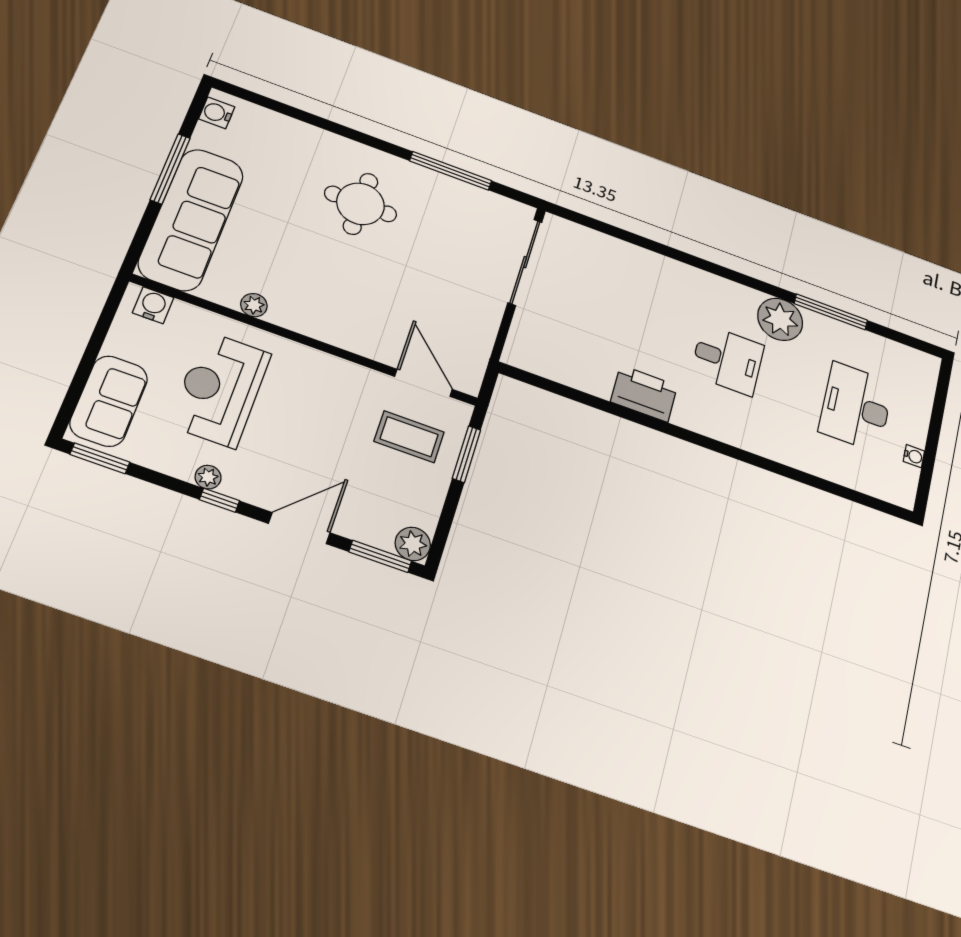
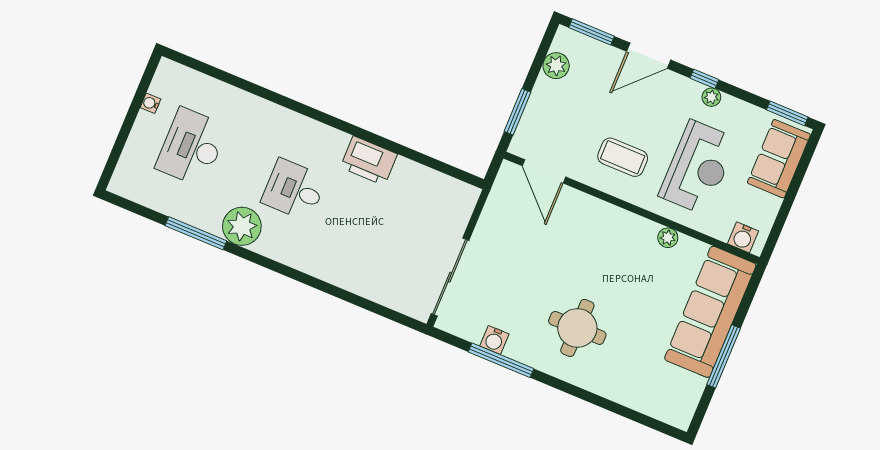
water cooler: (217, 113) -> (494, 340), moved, turned 90
desk: (856, 407) -> (192, 147), turned 180
coffee table: (409, 437) -> (623, 157), moved
plant: (413, 544) -> (556, 66), moved

